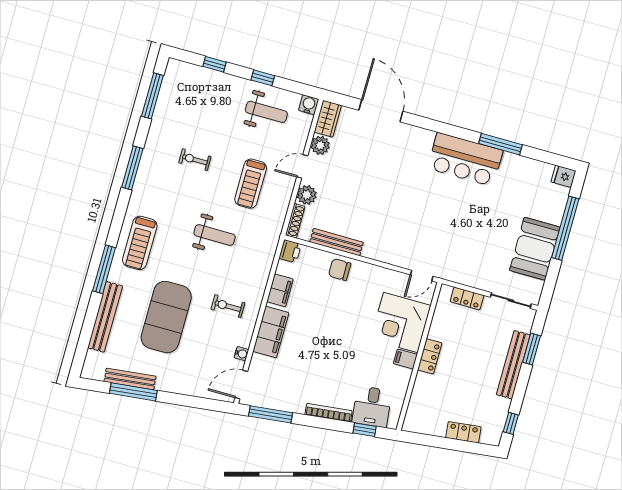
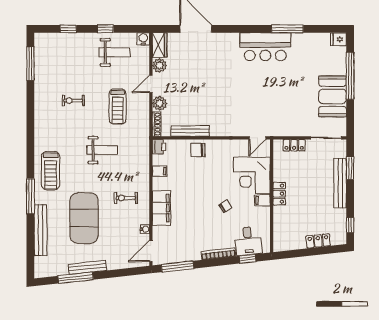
window: (132, 168) -> (30, 119), removed
filing cabinet: (280, 290) -> (160, 171), width x0.50
chair: (355, 353) -> (225, 206), added
bench: (130, 379) -> (87, 267), moved

